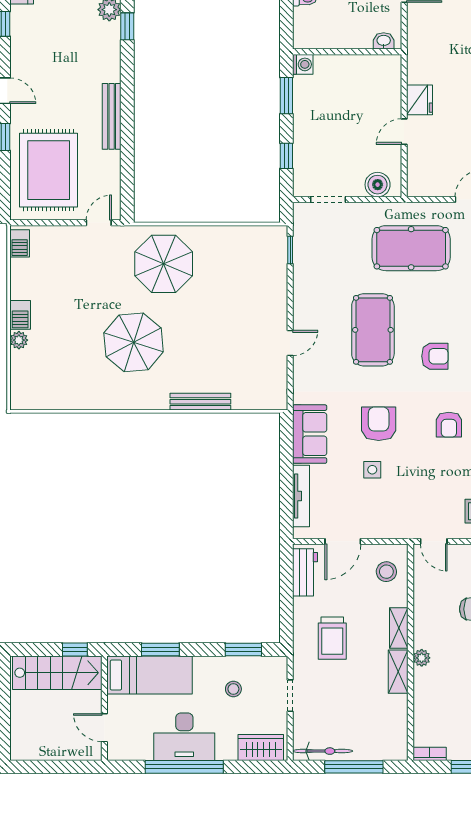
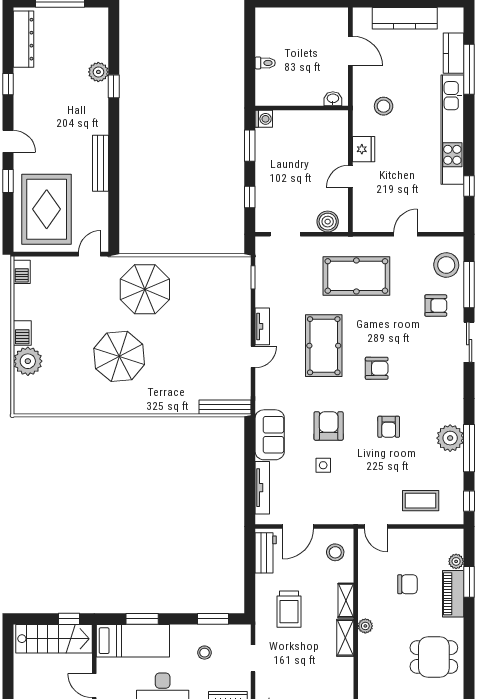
stool: (443, 50) -> (384, 106), added
tv unit: (301, 307) -> (262, 326), added
plant: (19, 340) -> (28, 361), width x1.87, depth x1.87
bench: (200, 402) -> (225, 407), moved

